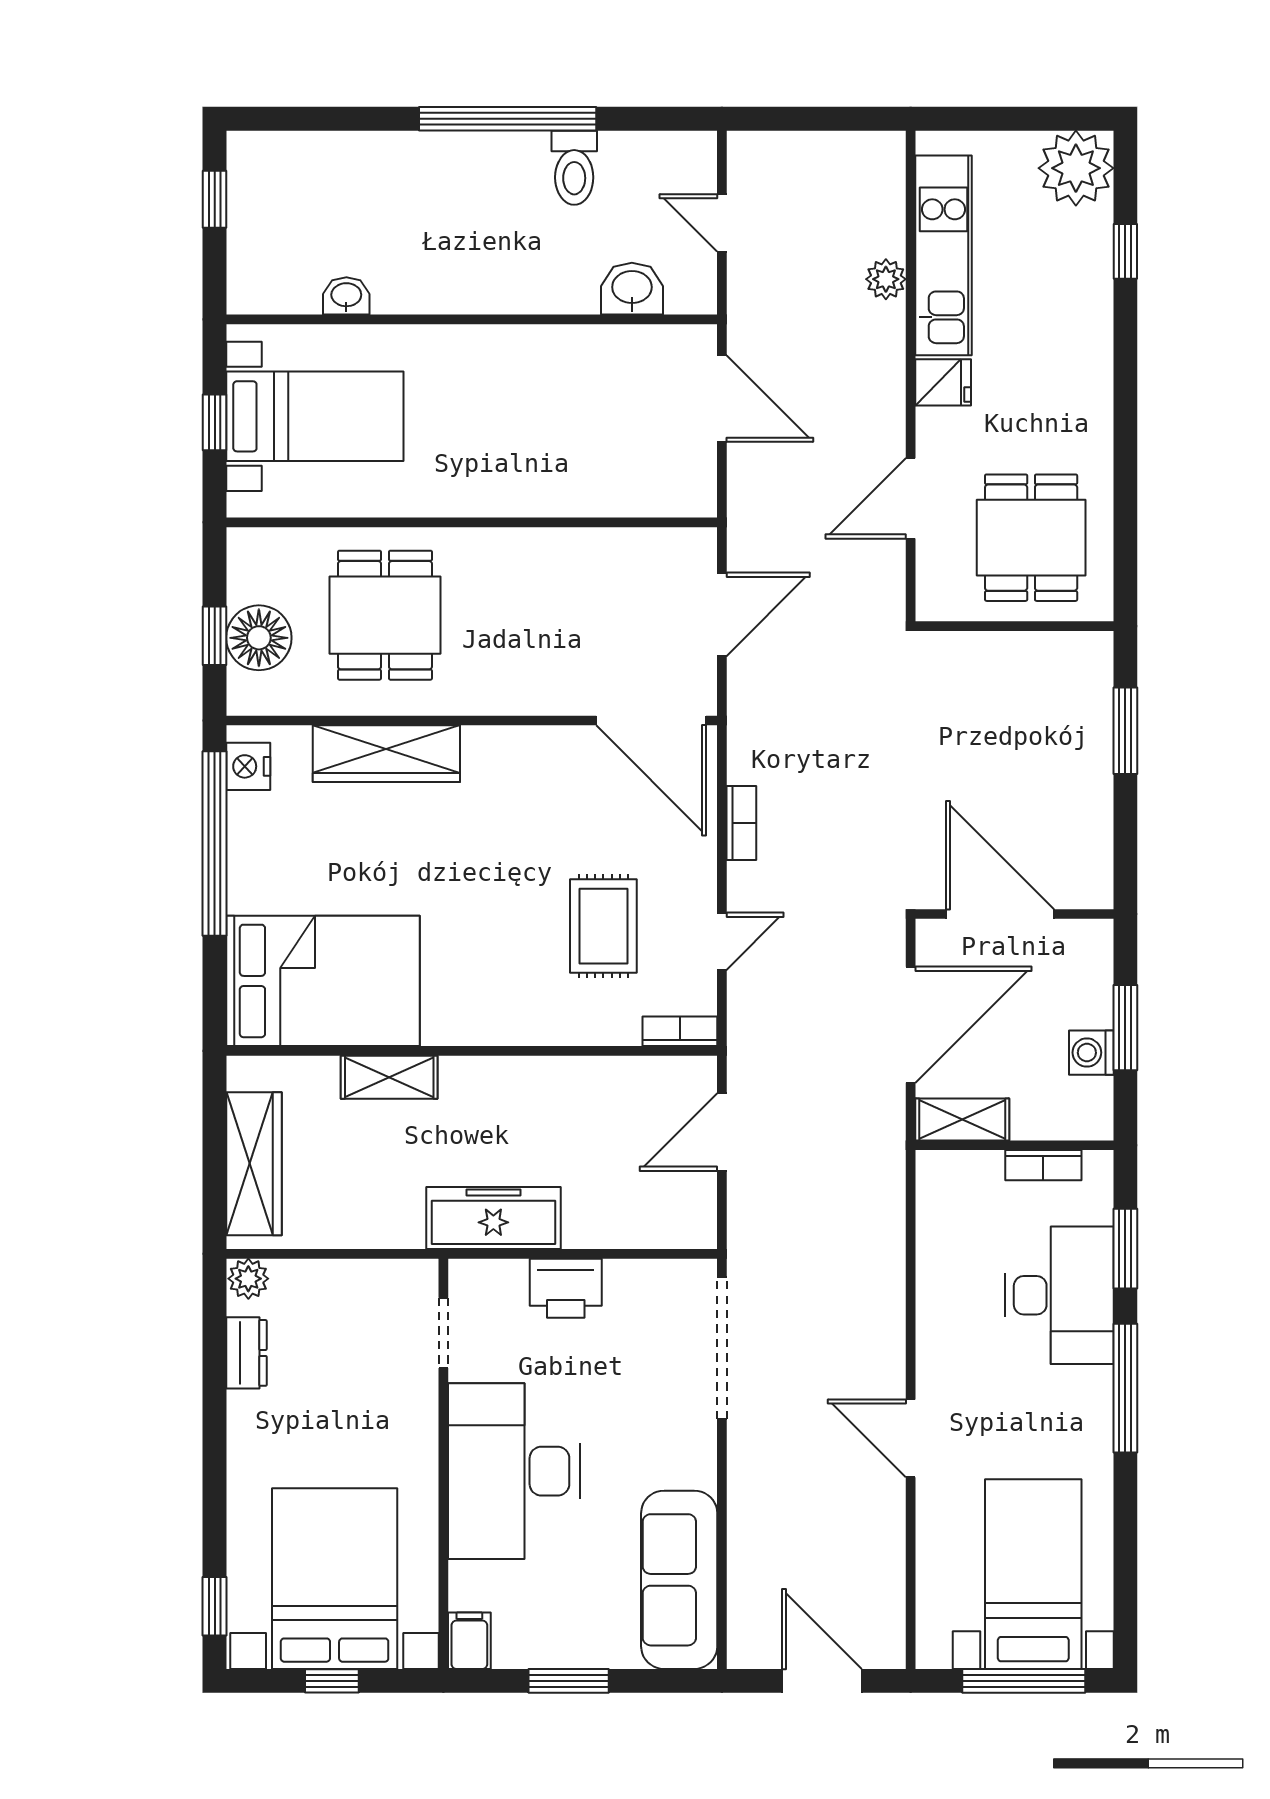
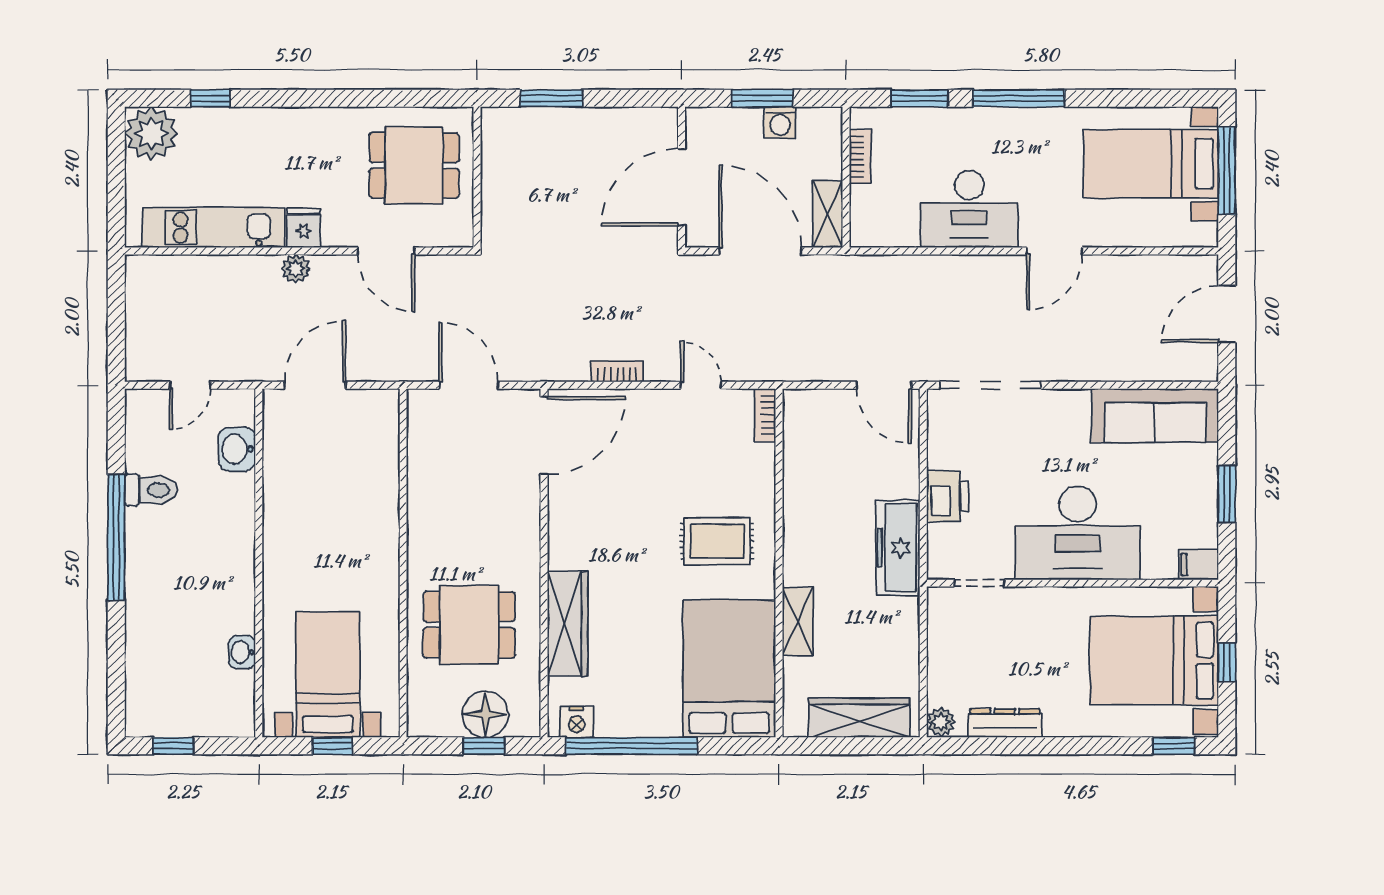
plant: (886, 279) -> (296, 269), moved
rug: (603, 926) -> (717, 541), moved
door: (722, 1132) -> (884, 385), moved
desk: (1059, 1295) -> (969, 209), moved, turned 180
dresser: (246, 1353) -> (1005, 723), width x1.44

